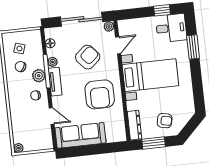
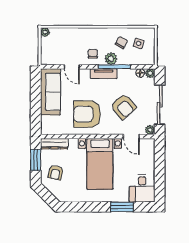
window: (162, 10) -> (160, 182), removed
plant: (53, 62) -> (150, 73), moved
door: (52, 116) -> (72, 67), hinge flipped

